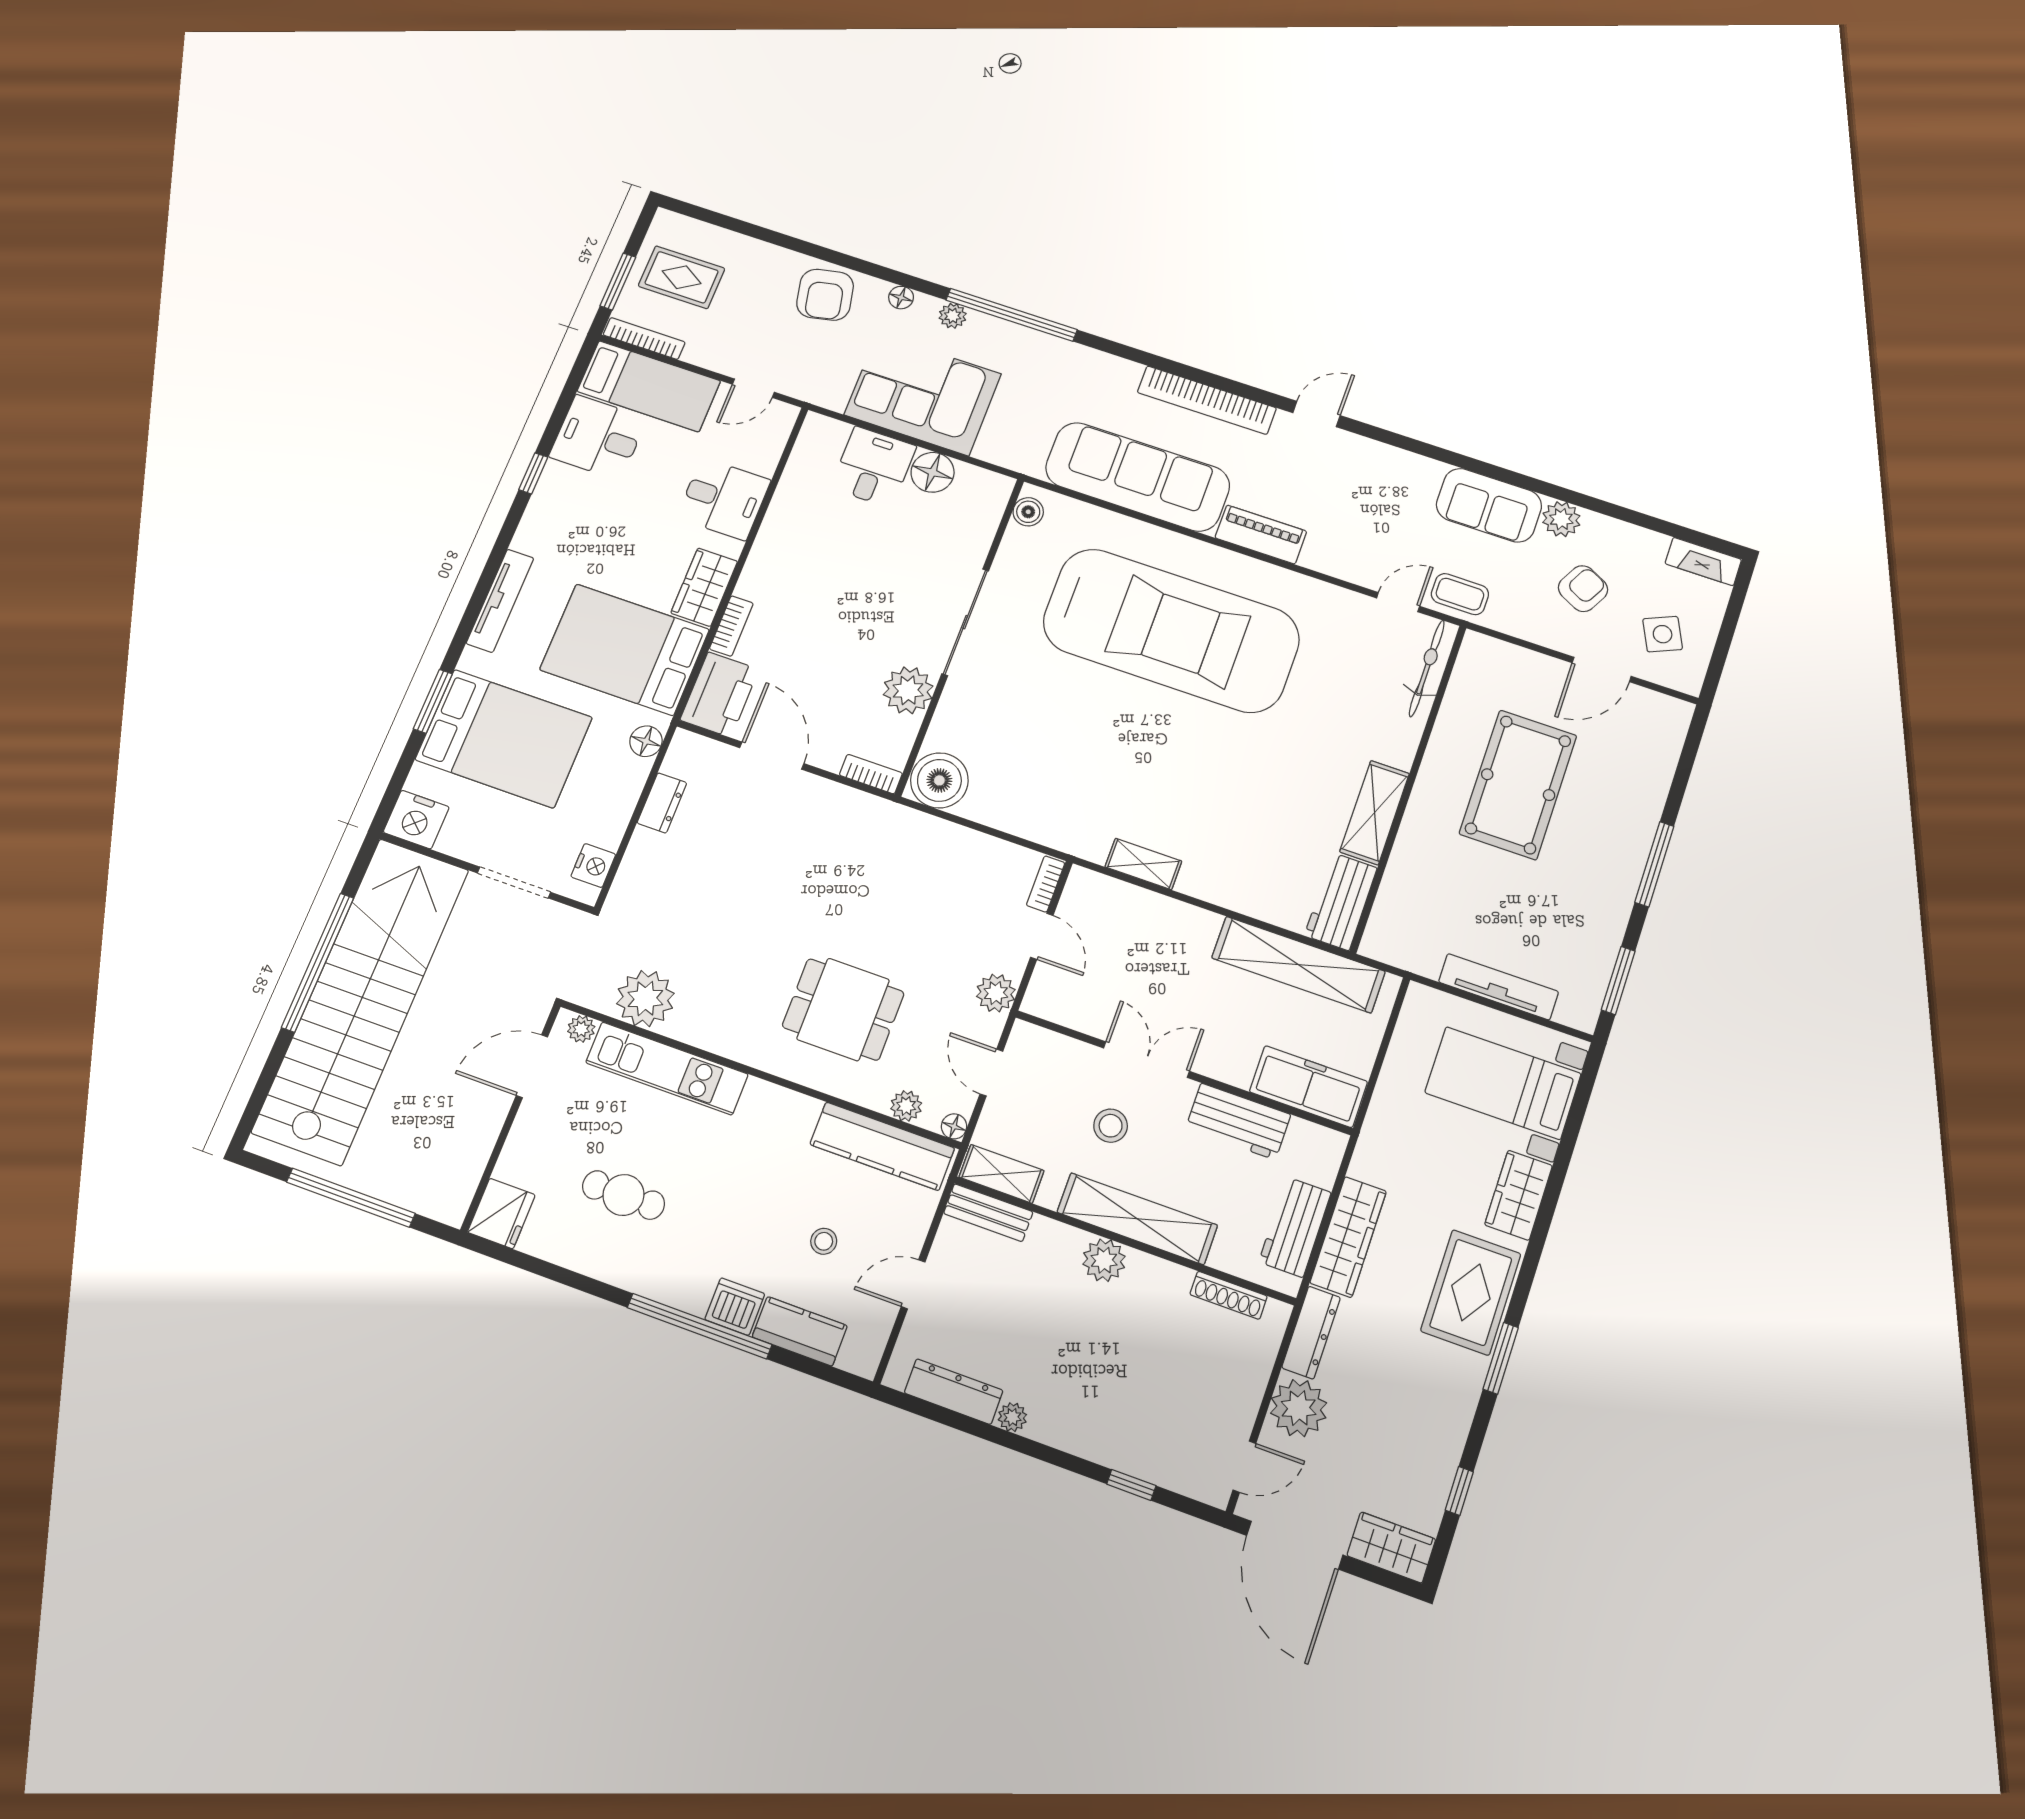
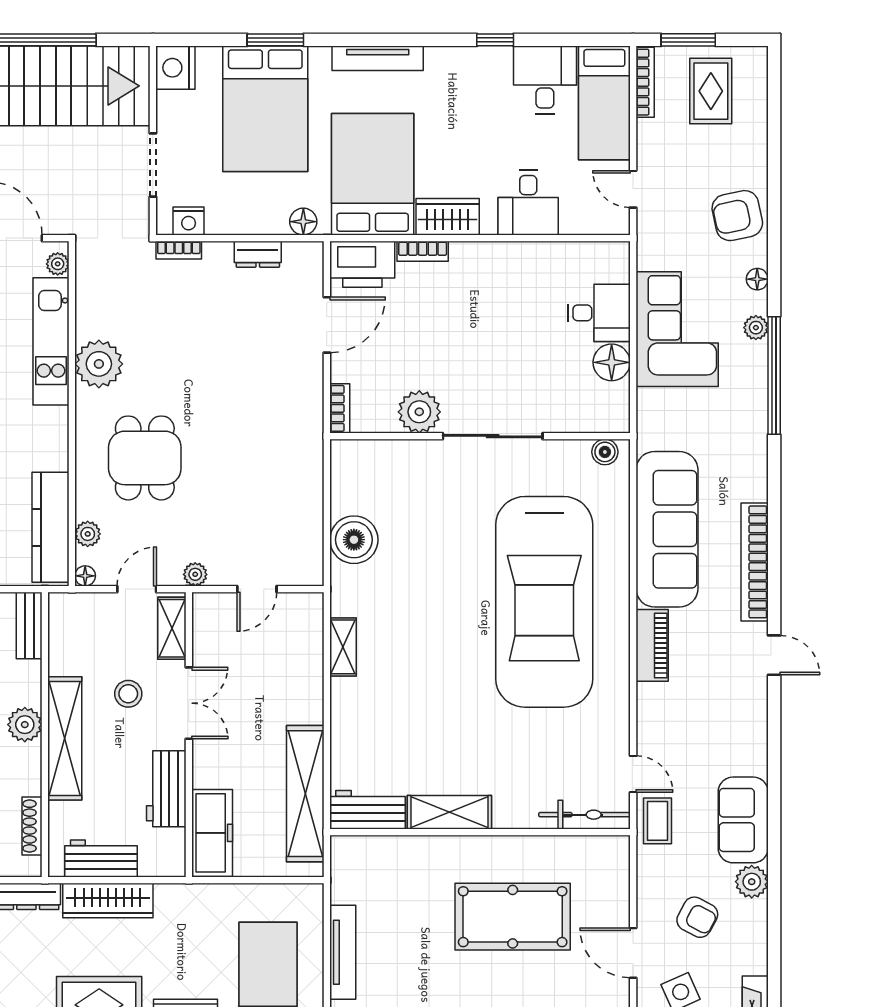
boiler: (939, 780) -> (354, 540), moved
bookcase: (1046, 884) -> (179, 250), moved, turned 180
plant: (996, 993) -> (195, 574), width x0.73, depth x0.73
plant: (645, 998) -> (99, 364), moved
shelving: (1001, 1174) -> (172, 628), moved

